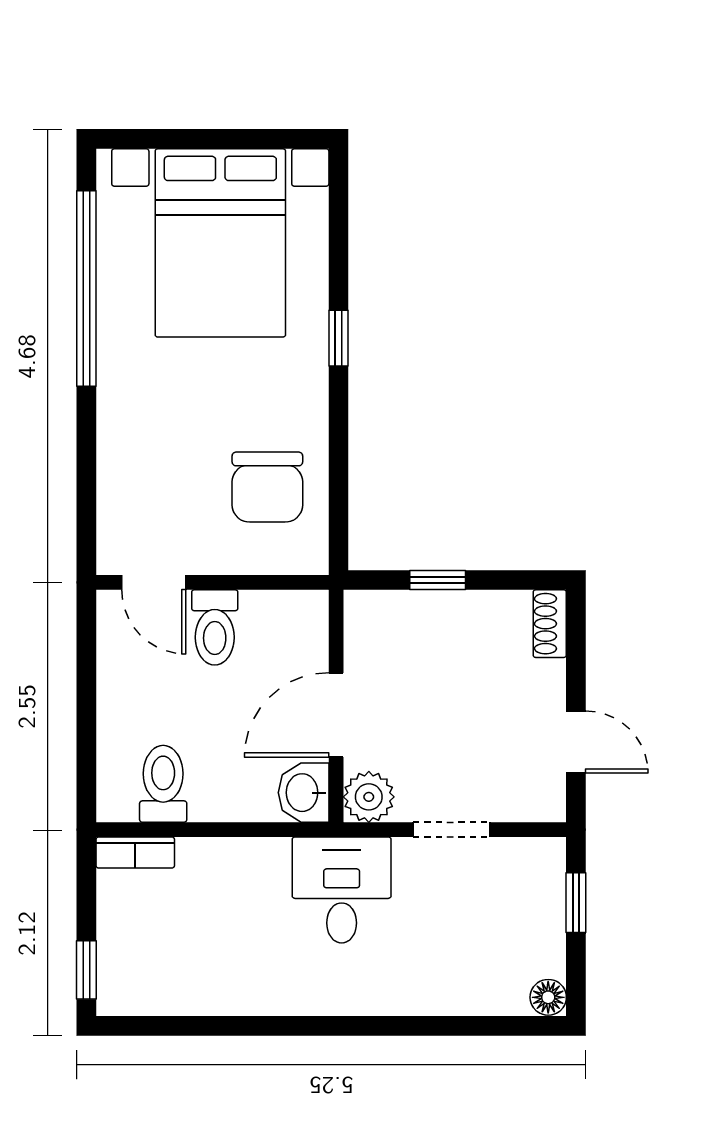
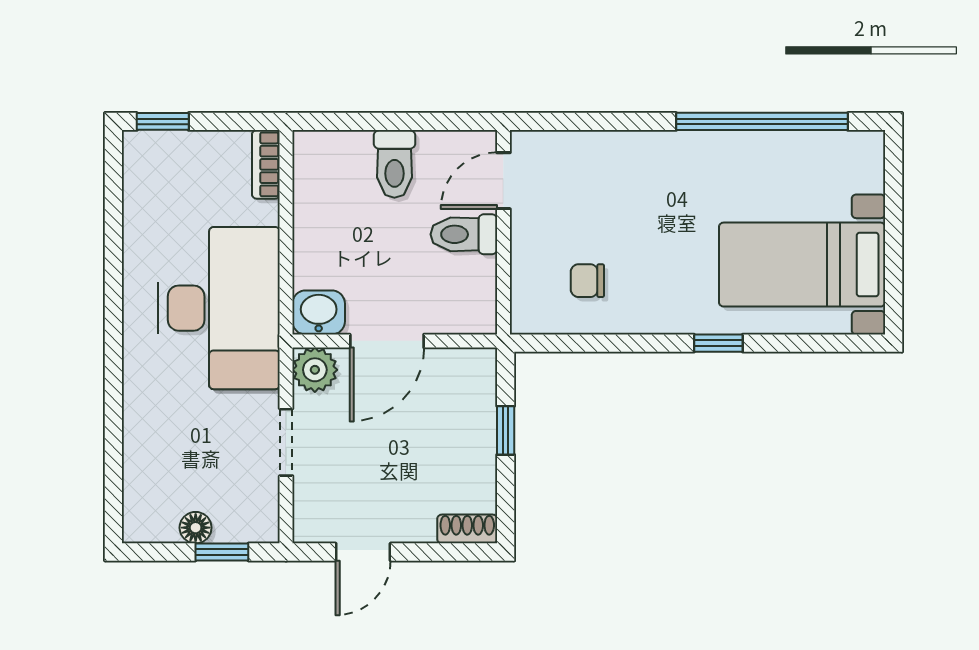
bed with nightstands: (220, 243) -> (802, 265), width x0.73
chair: (267, 487) -> (587, 281), width x0.54, depth x0.54
door: (336, 715) -> (387, 341), swing flipped
toilet: (163, 784) -> (394, 164), moved, turned 90
desk: (342, 890) -> (219, 308), width x1.87, depth x1.30
floor lamp: (548, 997) -> (196, 528), moved

